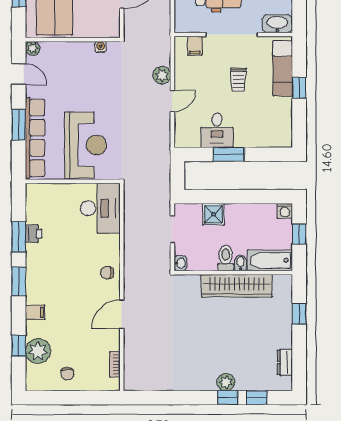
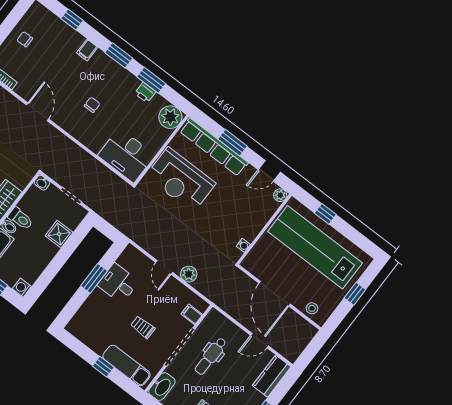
chair: (107, 273) -> (92, 105), moved
plant: (38, 351) -> (170, 117), moved

